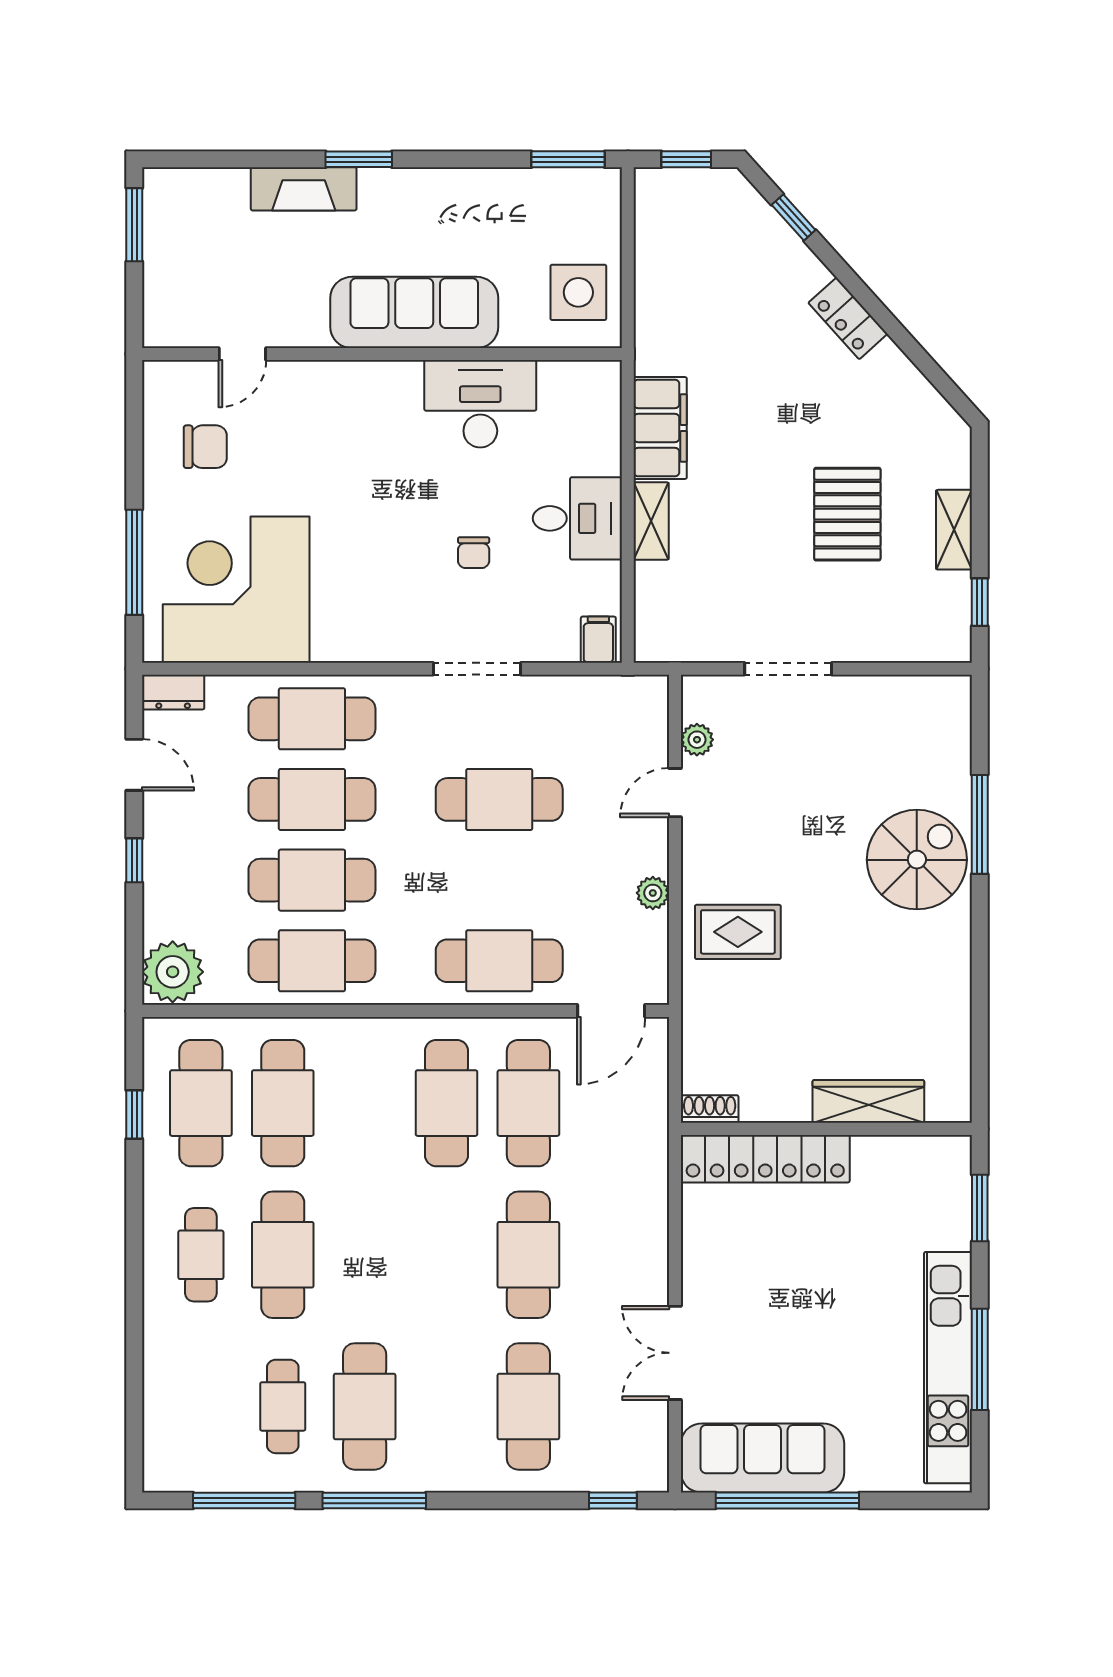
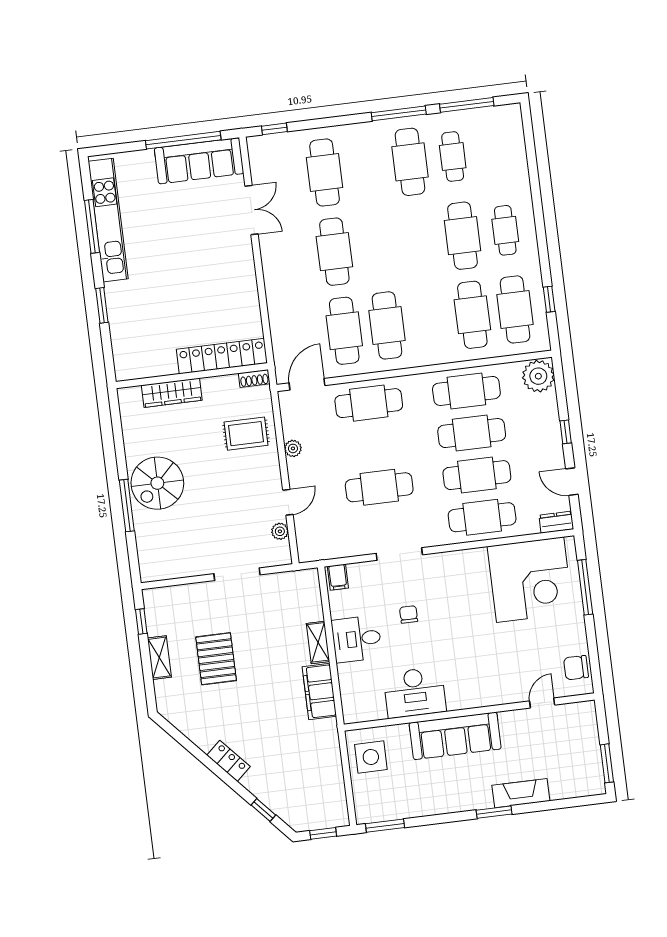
chair: (205, 447) -> (576, 668), moved
wardrobe: (868, 1101) -> (172, 393), moved
shoe rack: (710, 1109) -> (254, 378), moved
wall: (826, 1129) -> (192, 376), moved
locker: (765, 1159) -> (222, 356), moved

